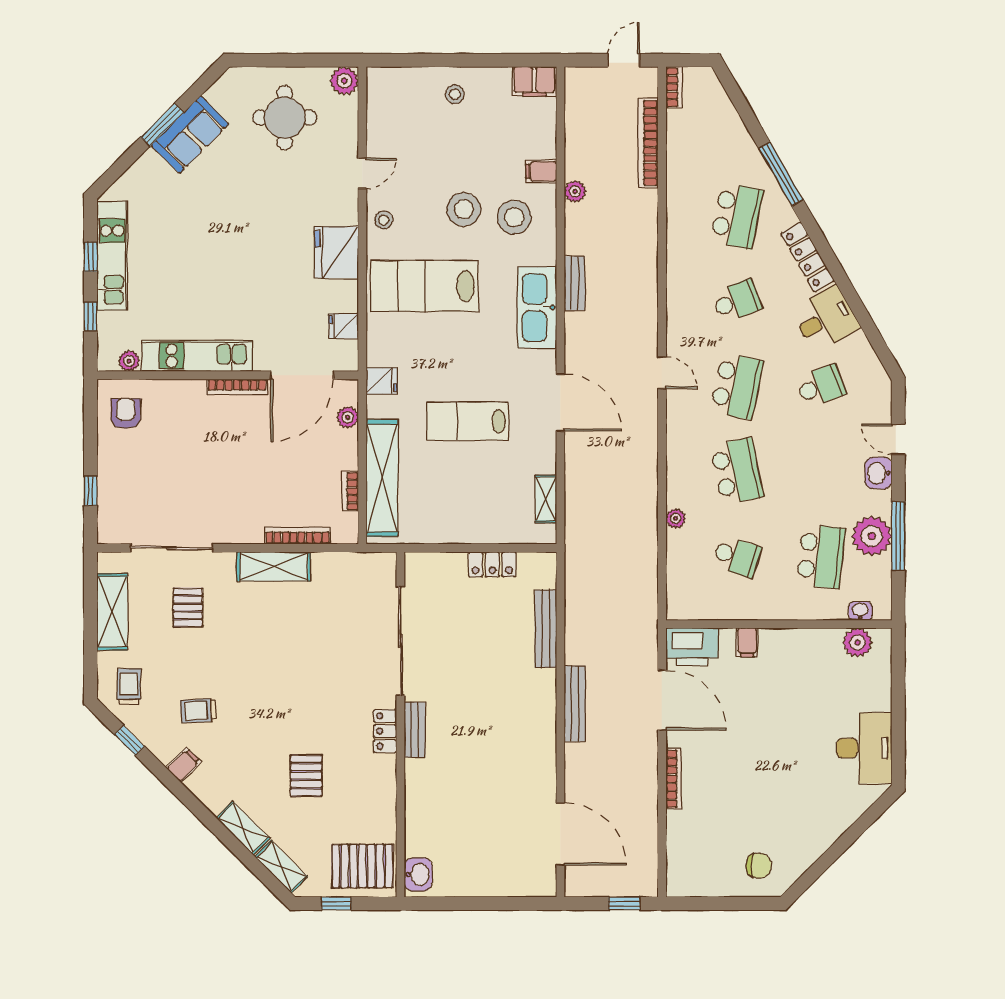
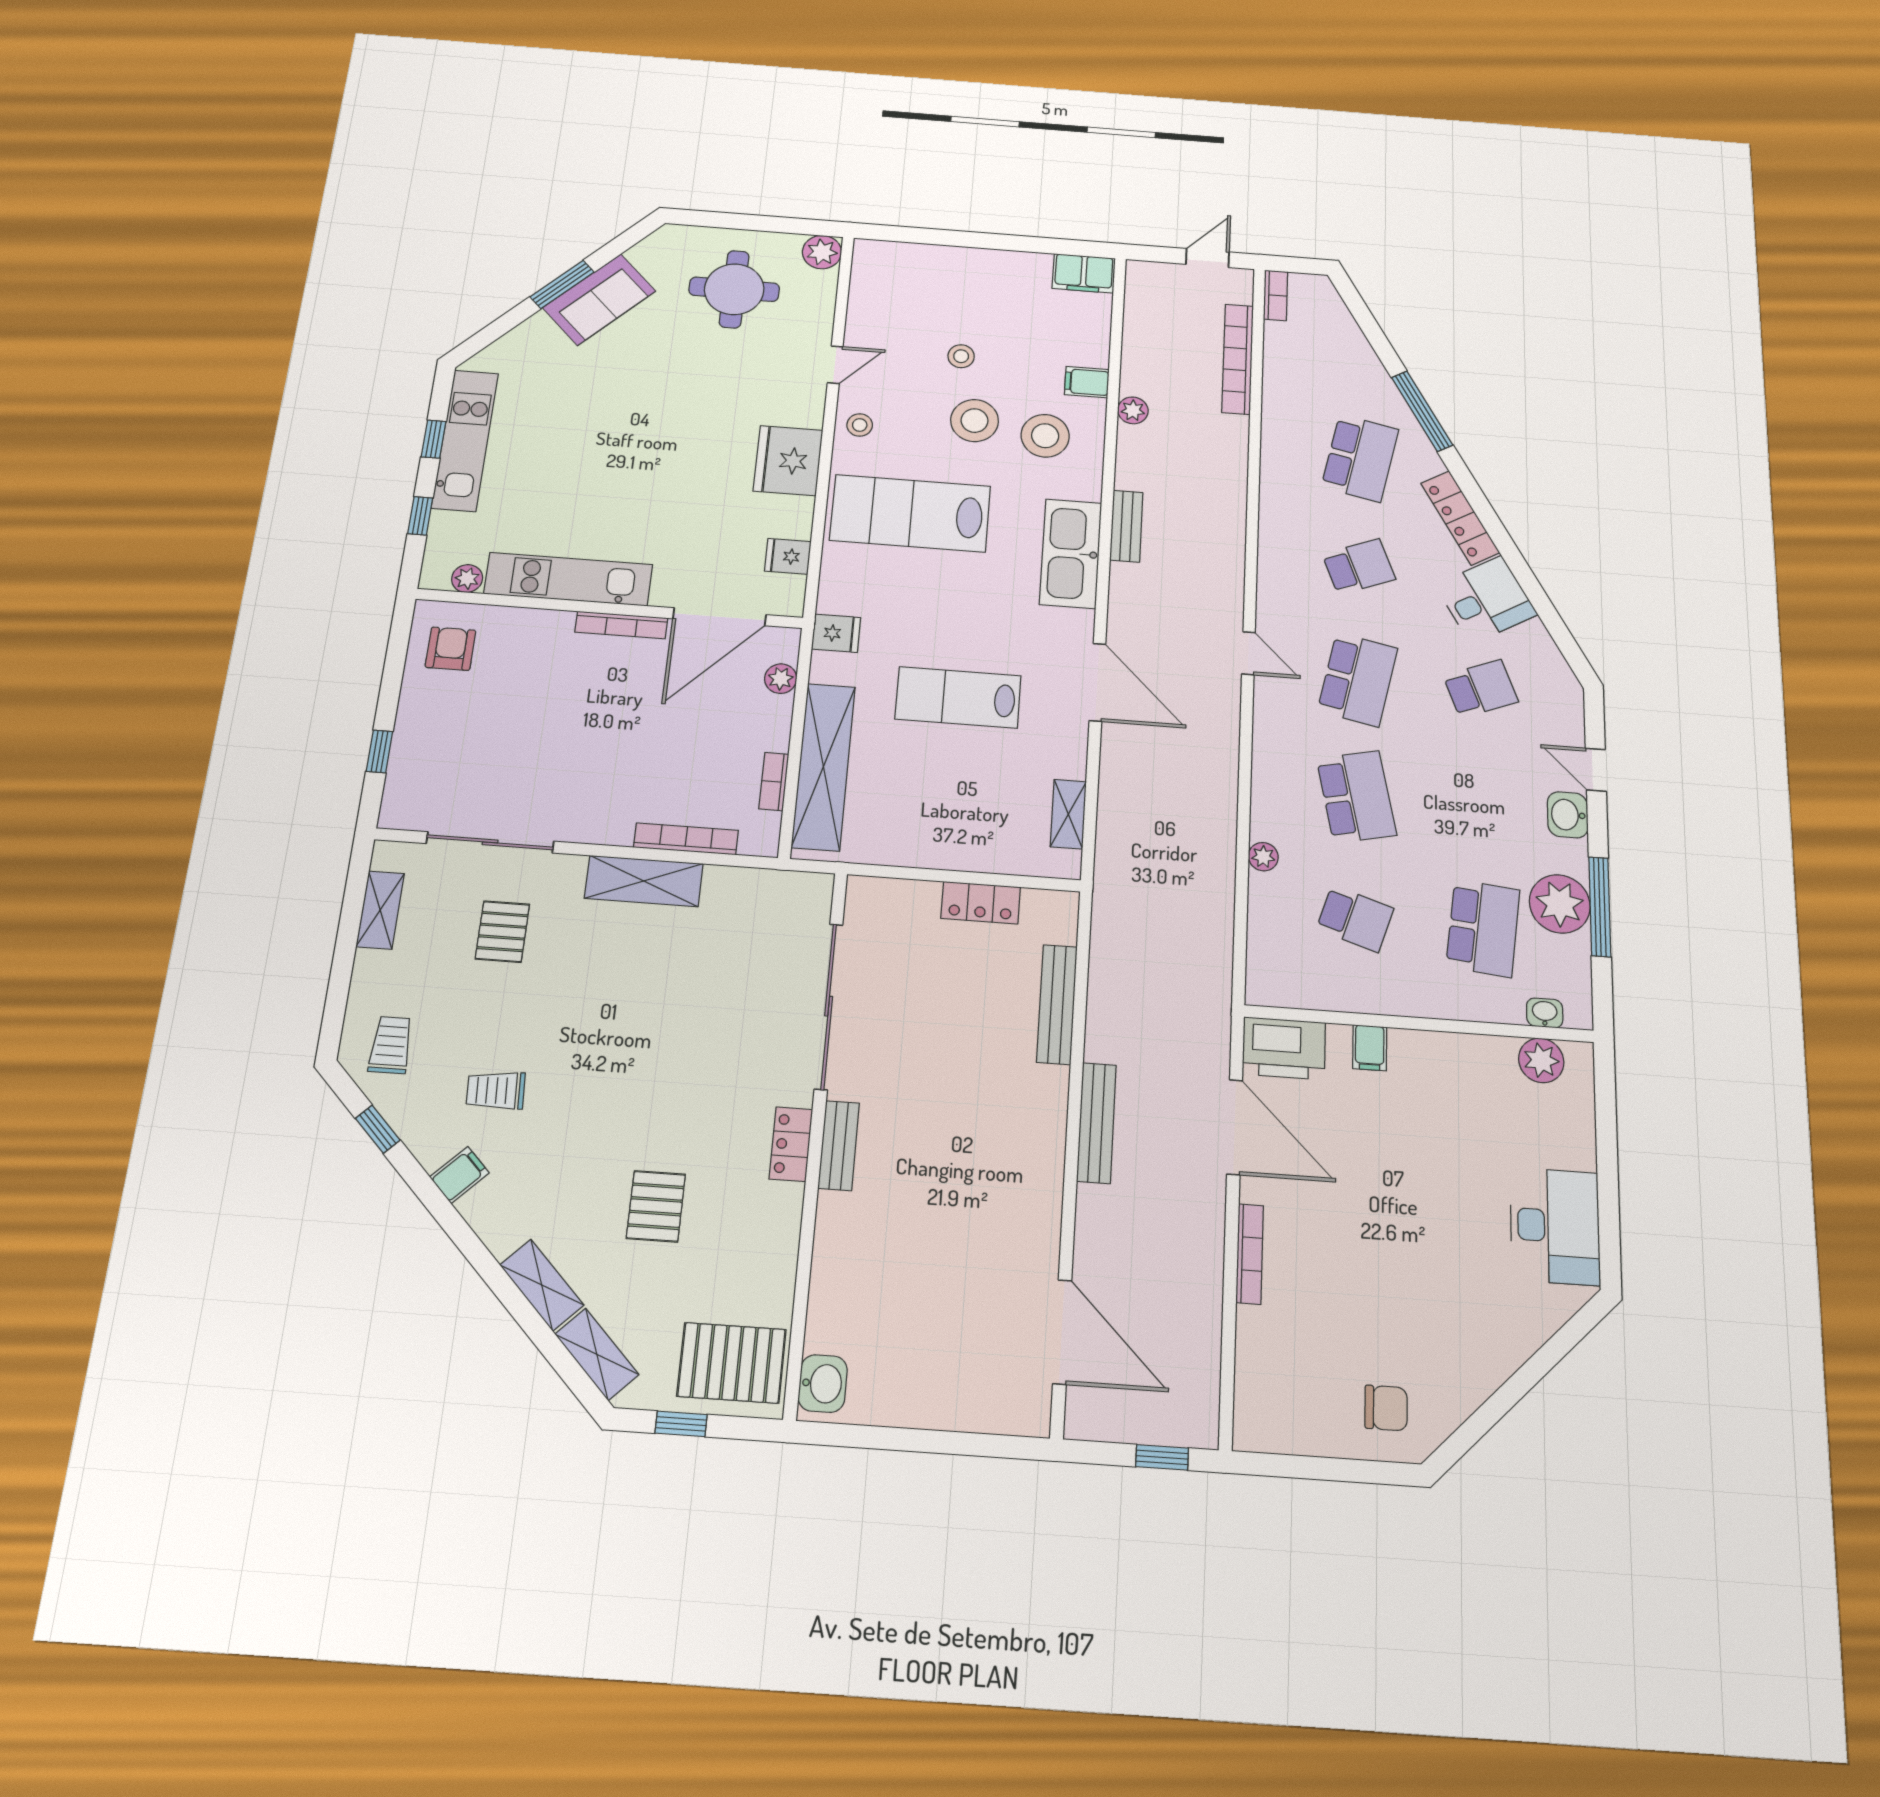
stool: (455, 94) -> (961, 356), moved
shelving: (112, 612) -> (380, 910), width x0.67, depth x0.75

